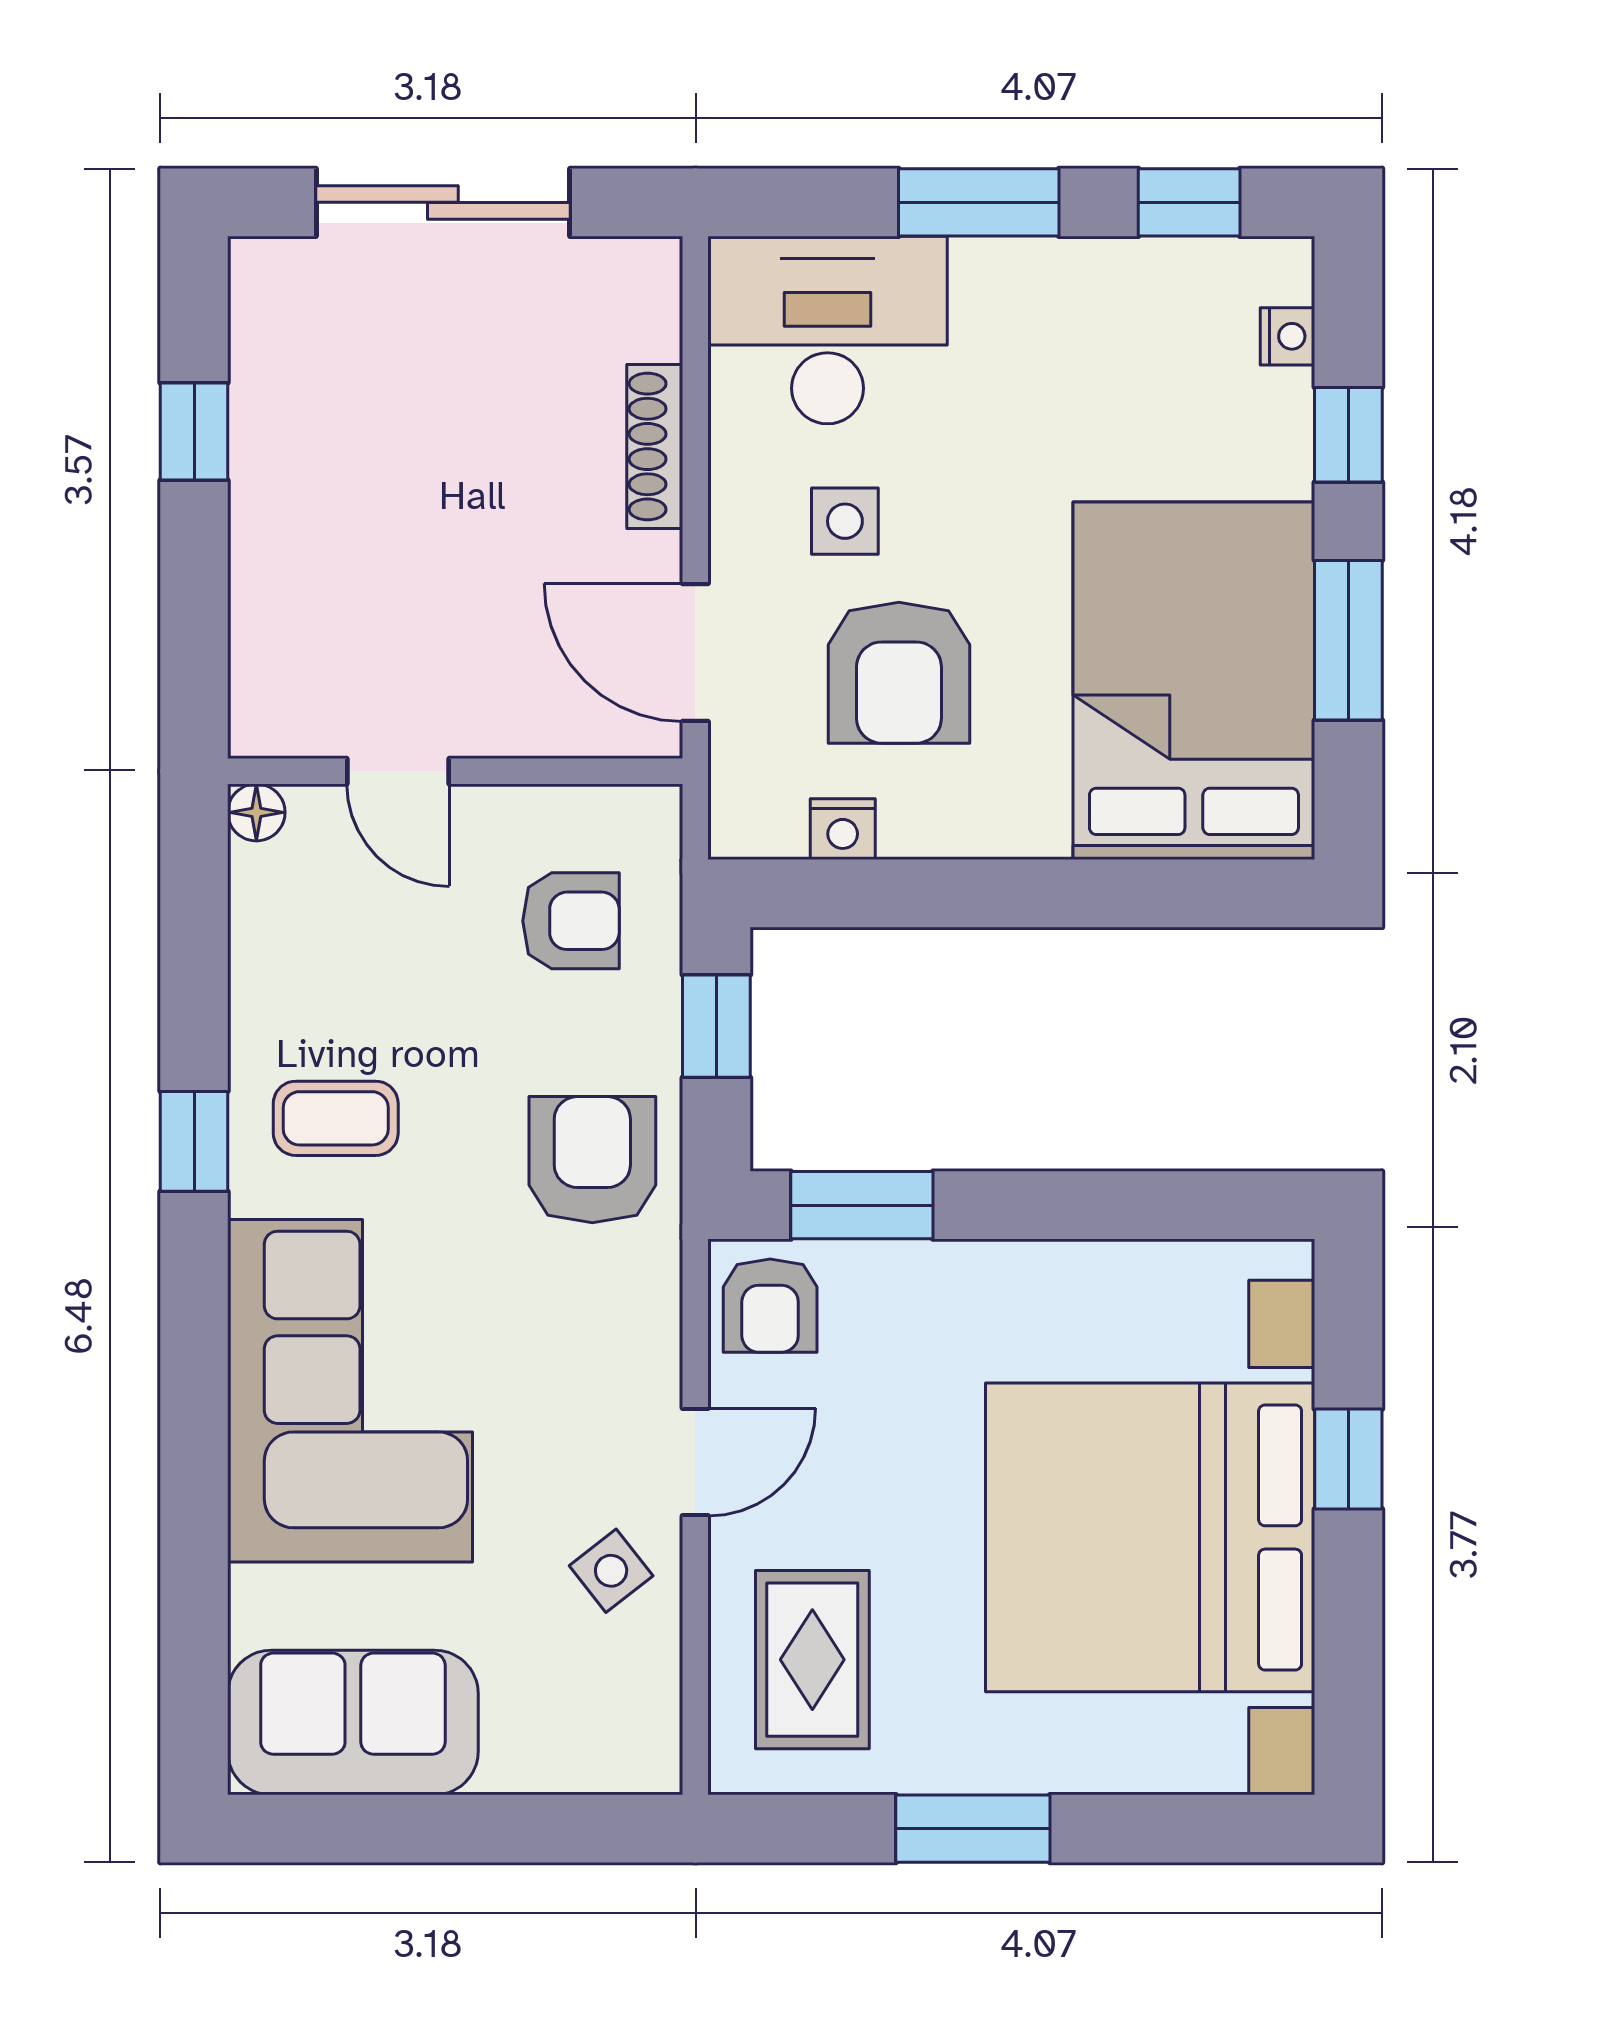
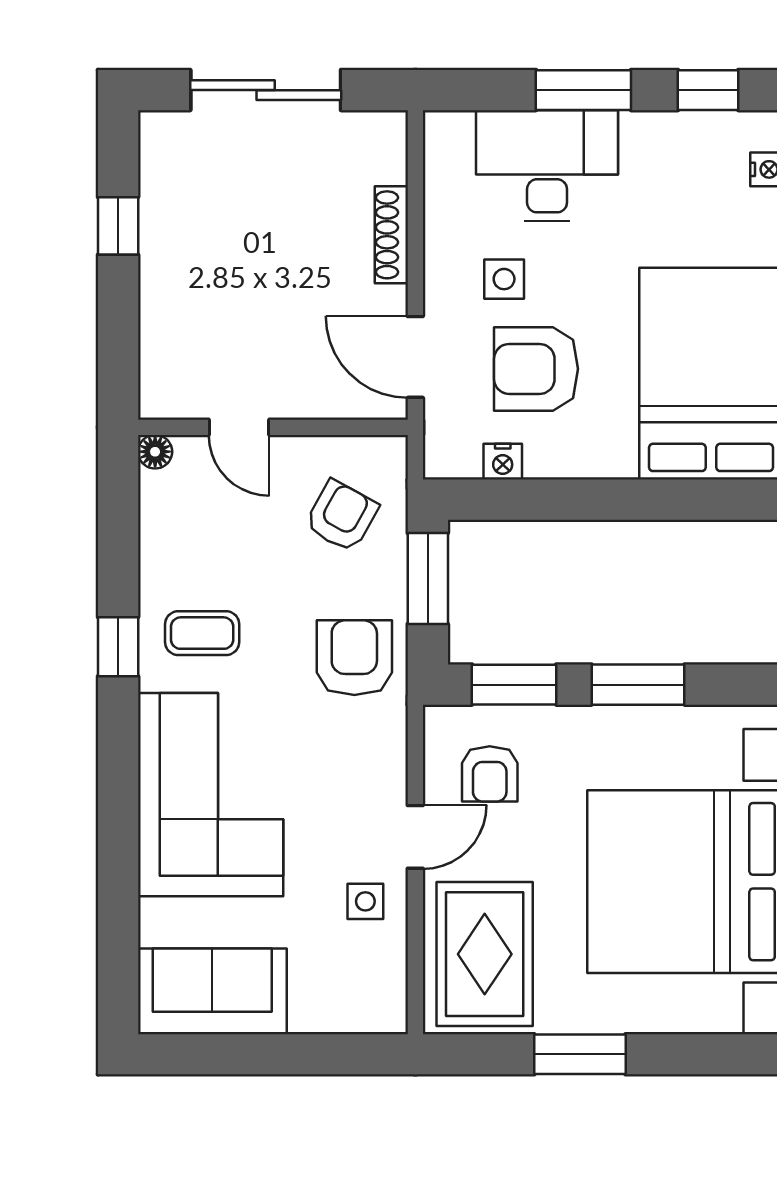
desk: (827, 330) -> (547, 166), moved
armchair: (899, 673) -> (536, 369), turned 90
armchair: (571, 921) -> (342, 516), turned -61
window: (716, 1026) -> (428, 578), width x1.50
window: (1071, 1205) -> (638, 685), added
armchair: (770, 1306) -> (490, 774), moved
side table: (611, 1571) -> (365, 901), turned 38
rug: (812, 1660) -> (485, 954), width x1.36, depth x1.43

